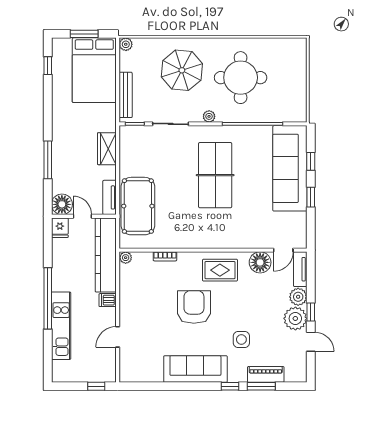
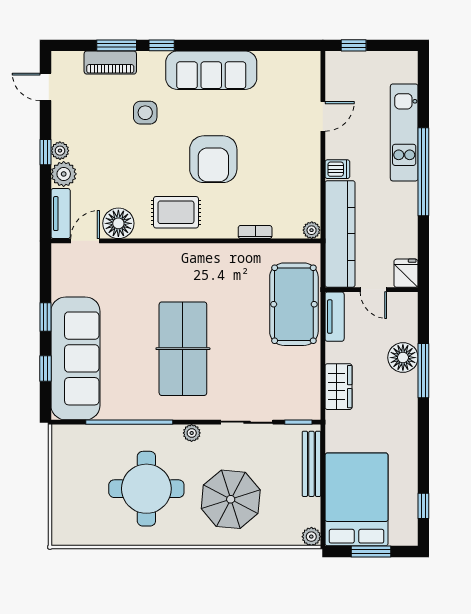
floor lamp: (62, 204) -> (403, 358), moved
plant: (295, 318) -> (60, 151), width x0.53, depth x0.53
door: (311, 342) -> (45, 87), moved

